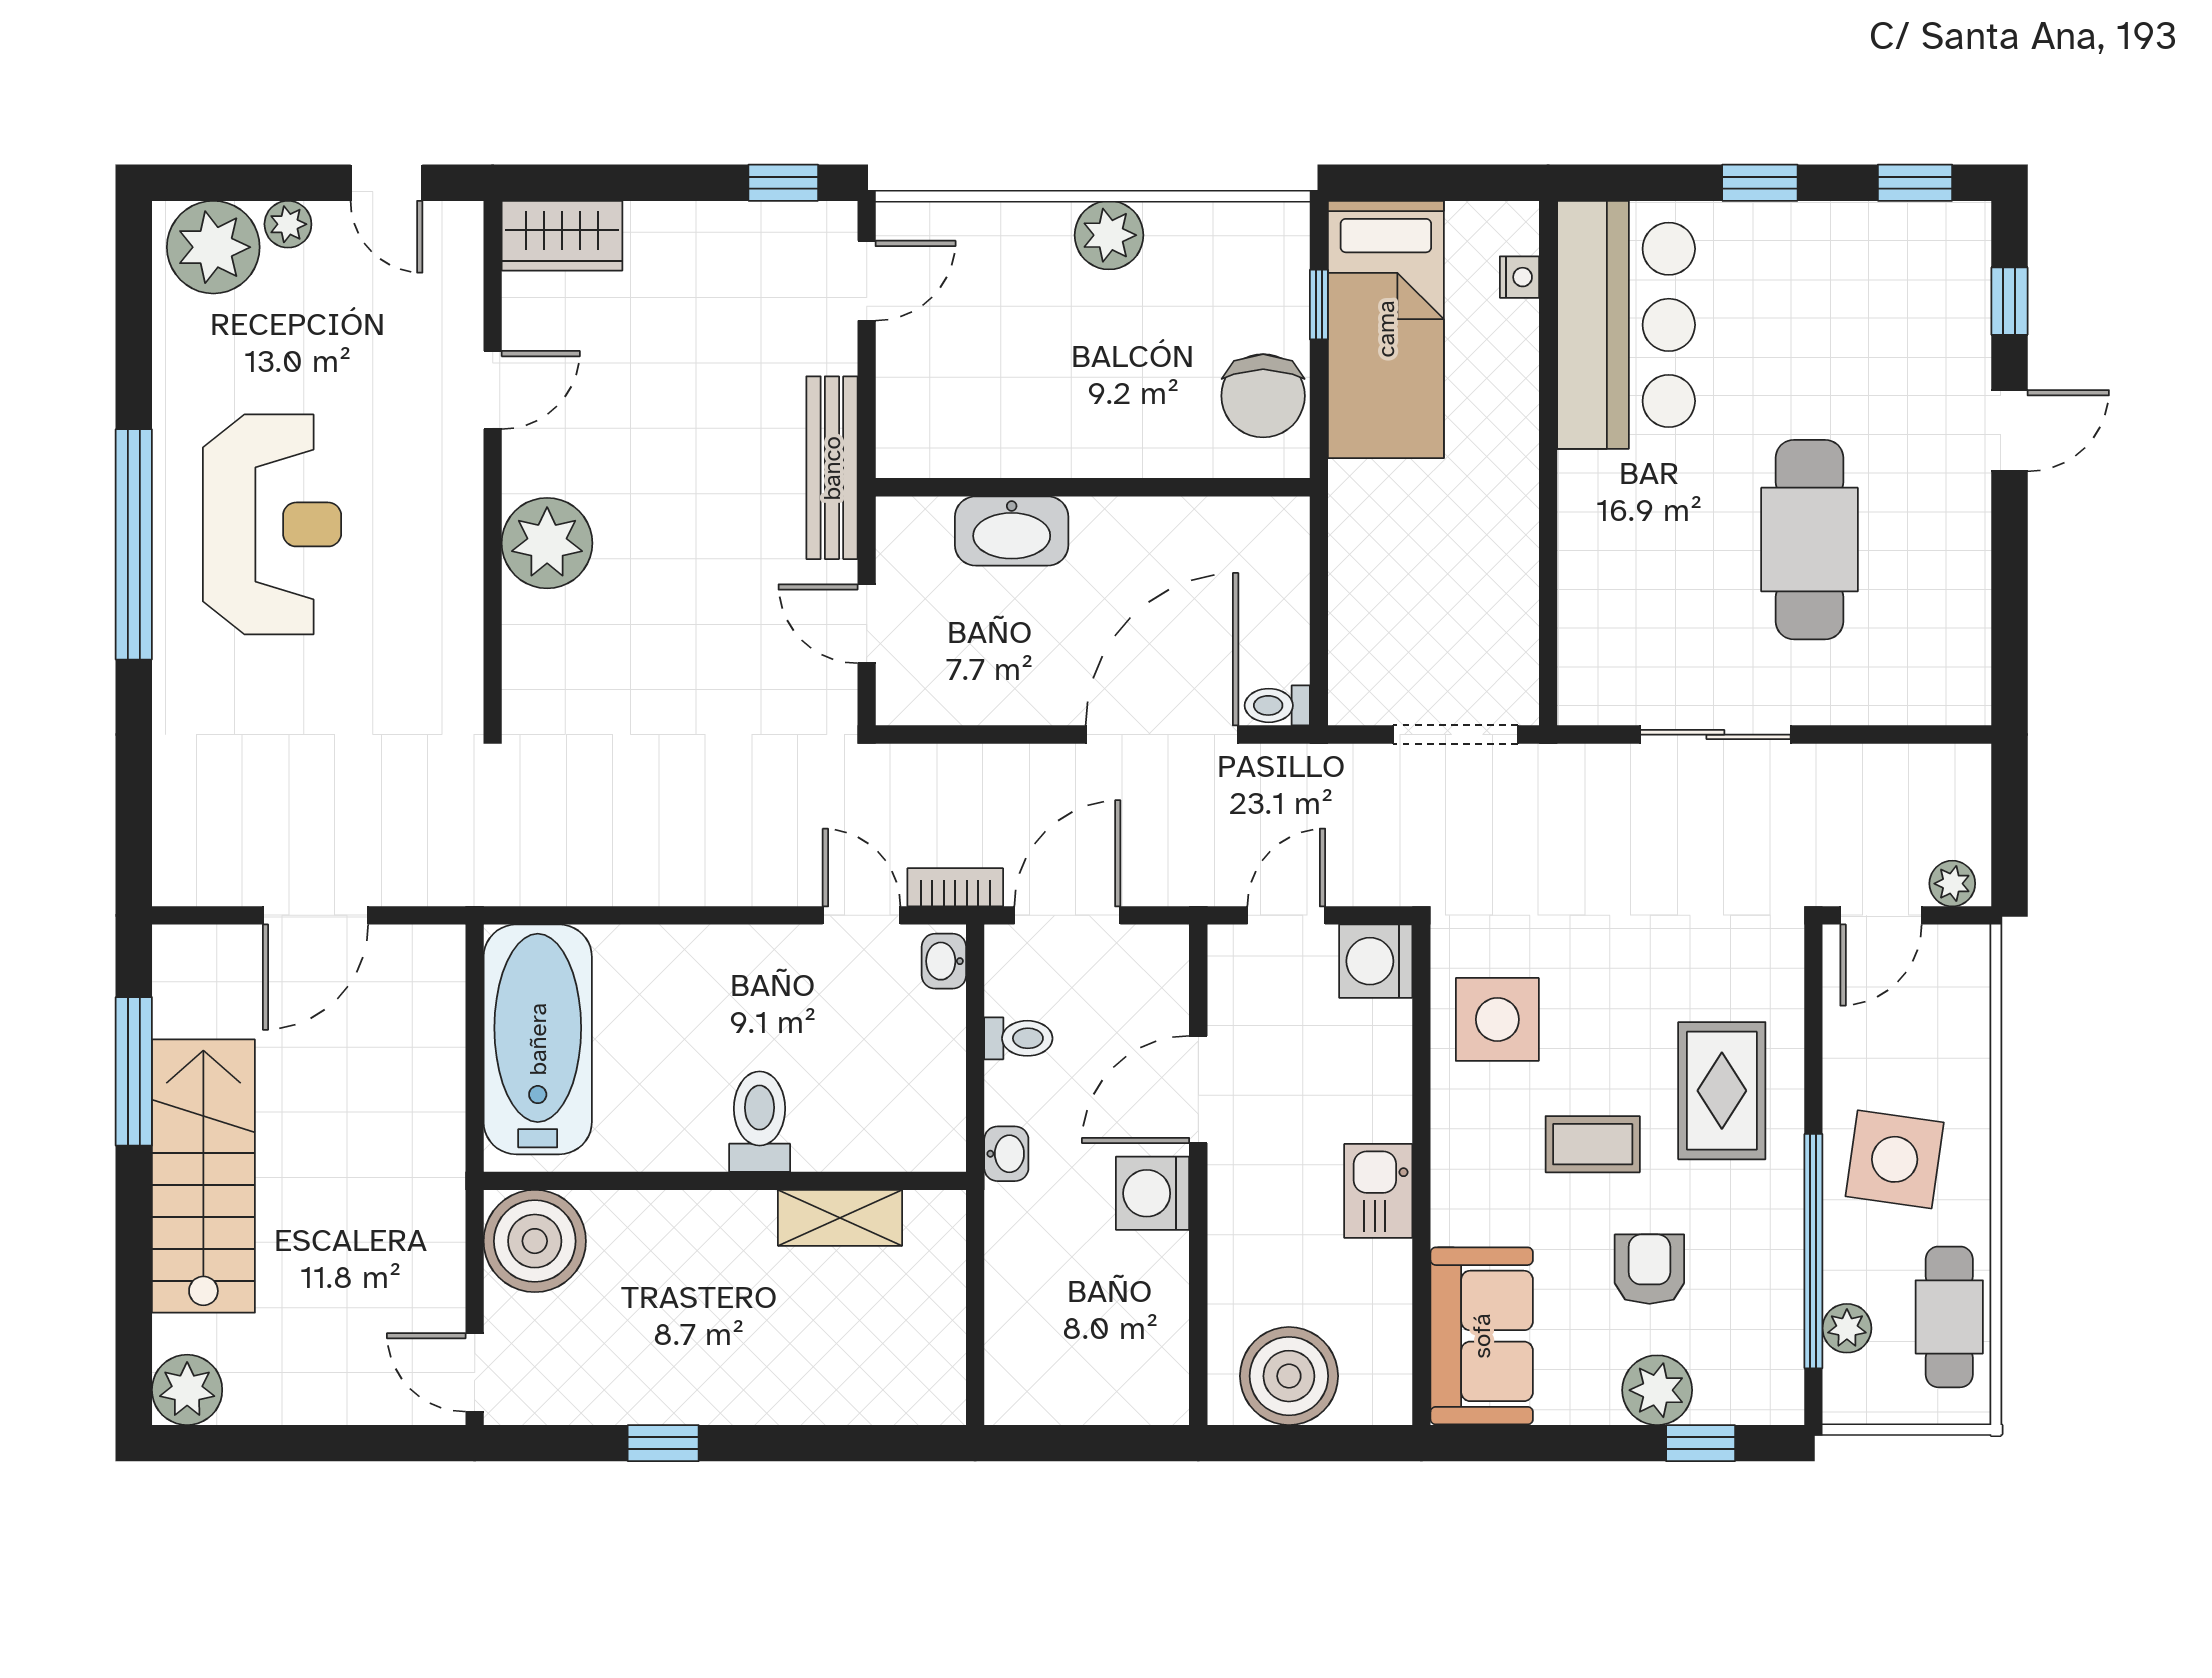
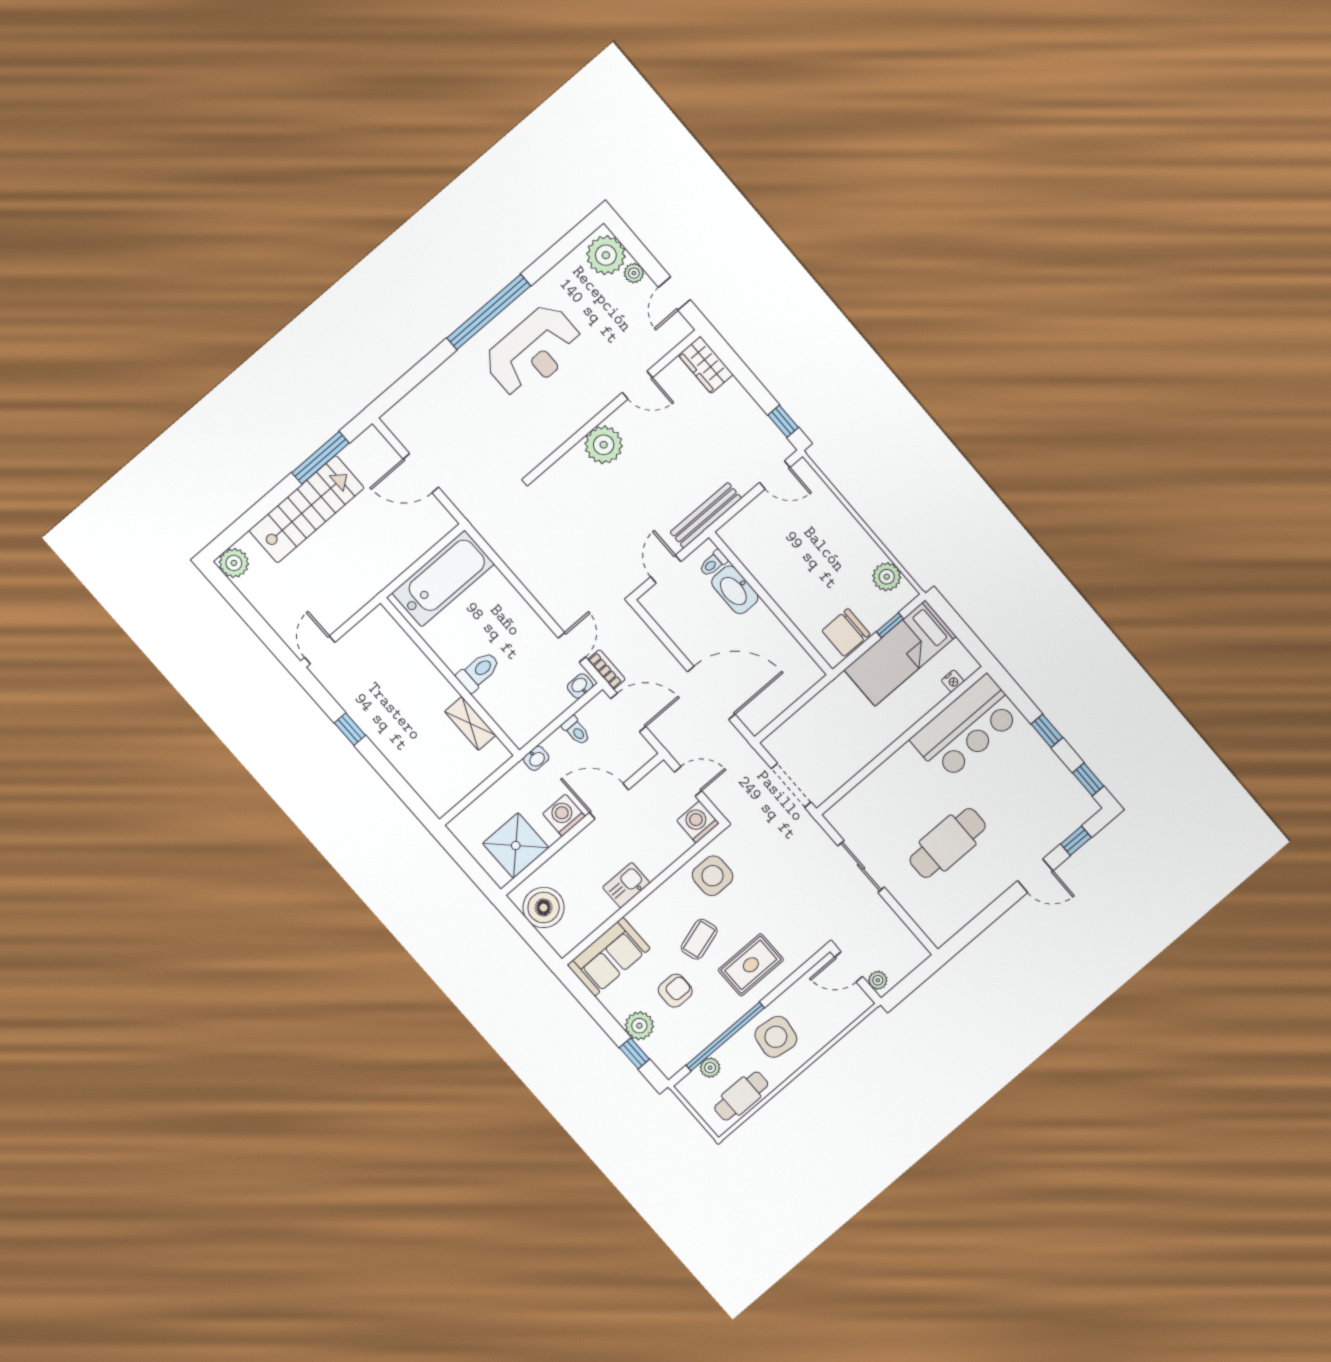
plant: (1109, 235) -> (887, 577), moved
toilet: (1277, 705) -> (713, 563), moved, turned -90
coffee table: (1593, 1144) -> (699, 939), turned 73
boiler: (535, 1241) -> (378, 633), removed
shower: (1132, 1328) -> (516, 846), added

